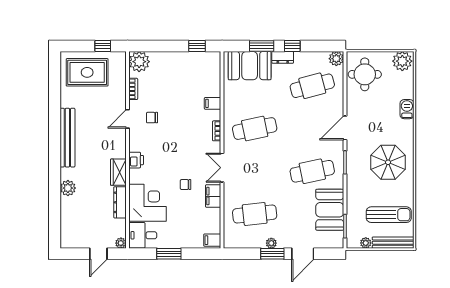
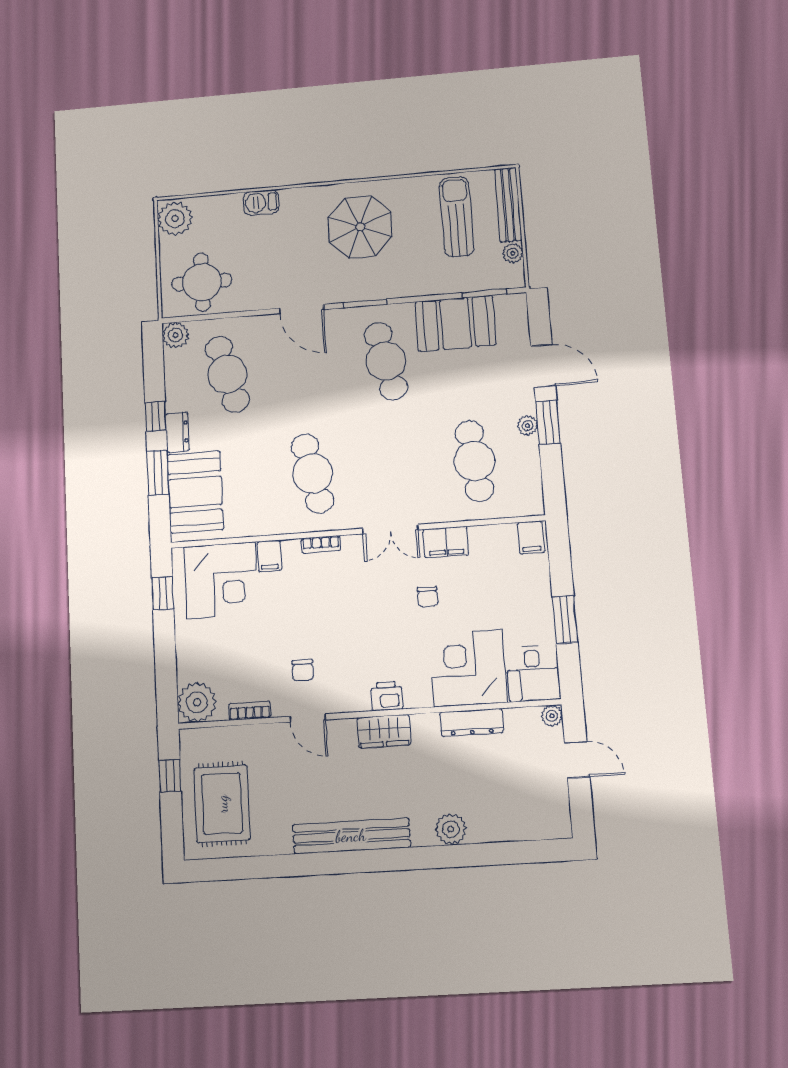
corner desk: (202, 77) -> (221, 580), added
wardrobe: (118, 172) -> (384, 731), moved

